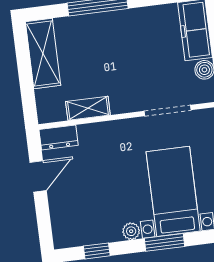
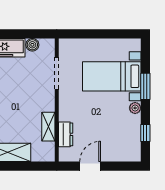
dresser: (59, 137) -> (66, 134), moved
door: (38, 176) -> (90, 166), hinge flipped

